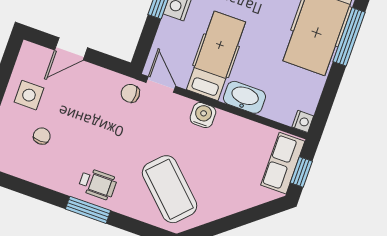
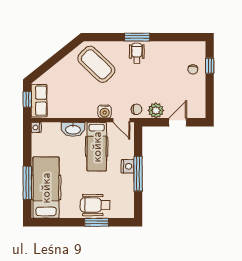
plant: (100, 81) -> (156, 110), added
side table: (29, 95) -> (192, 89), removed
water cooler: (203, 115) -> (105, 112), moved
chair: (42, 136) -> (193, 69), moved
wheelchair: (98, 184) -> (137, 53), turned 90

